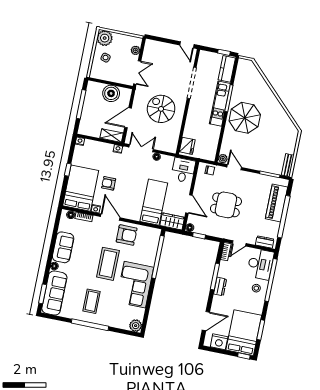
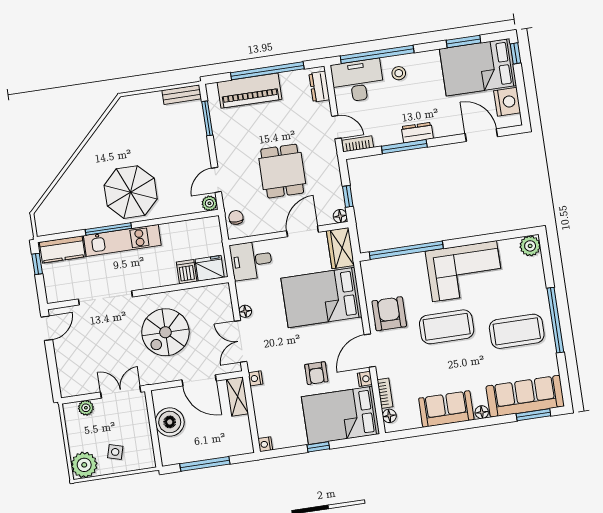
dishwasher: (190, 133) -> (187, 272), added
bed: (154, 202) -> (321, 297), width x1.50
coffee table: (92, 301) -> (517, 331), width x1.36, depth x1.32

